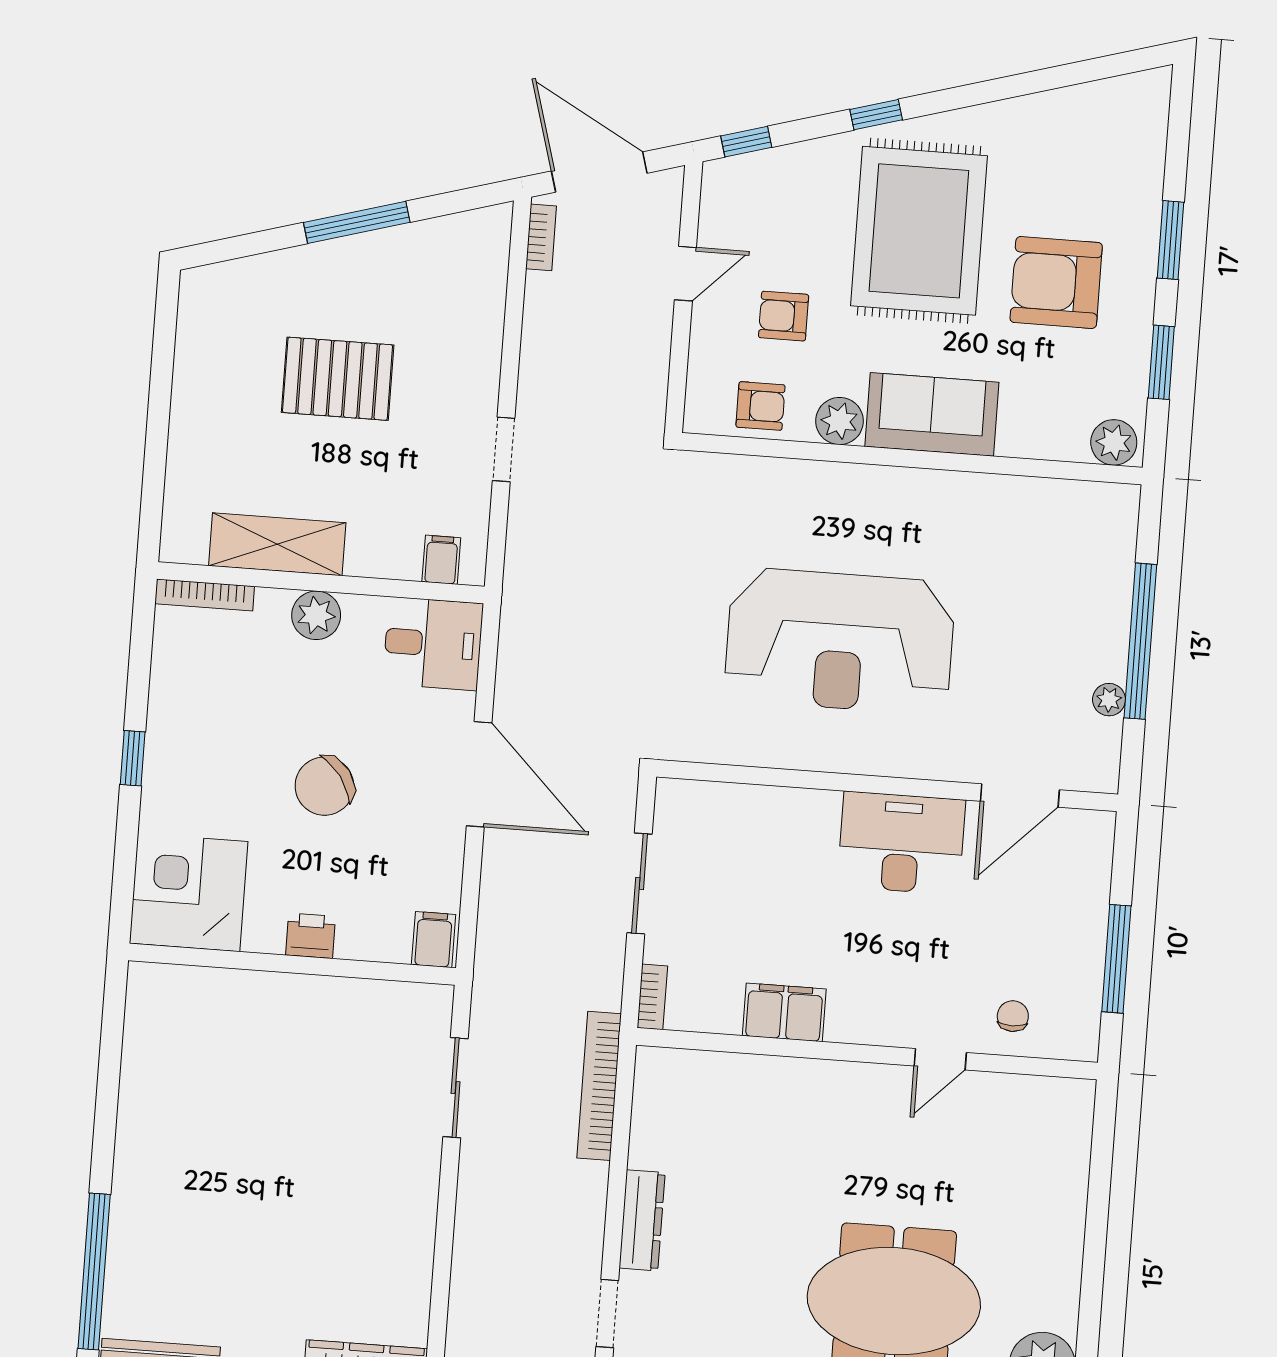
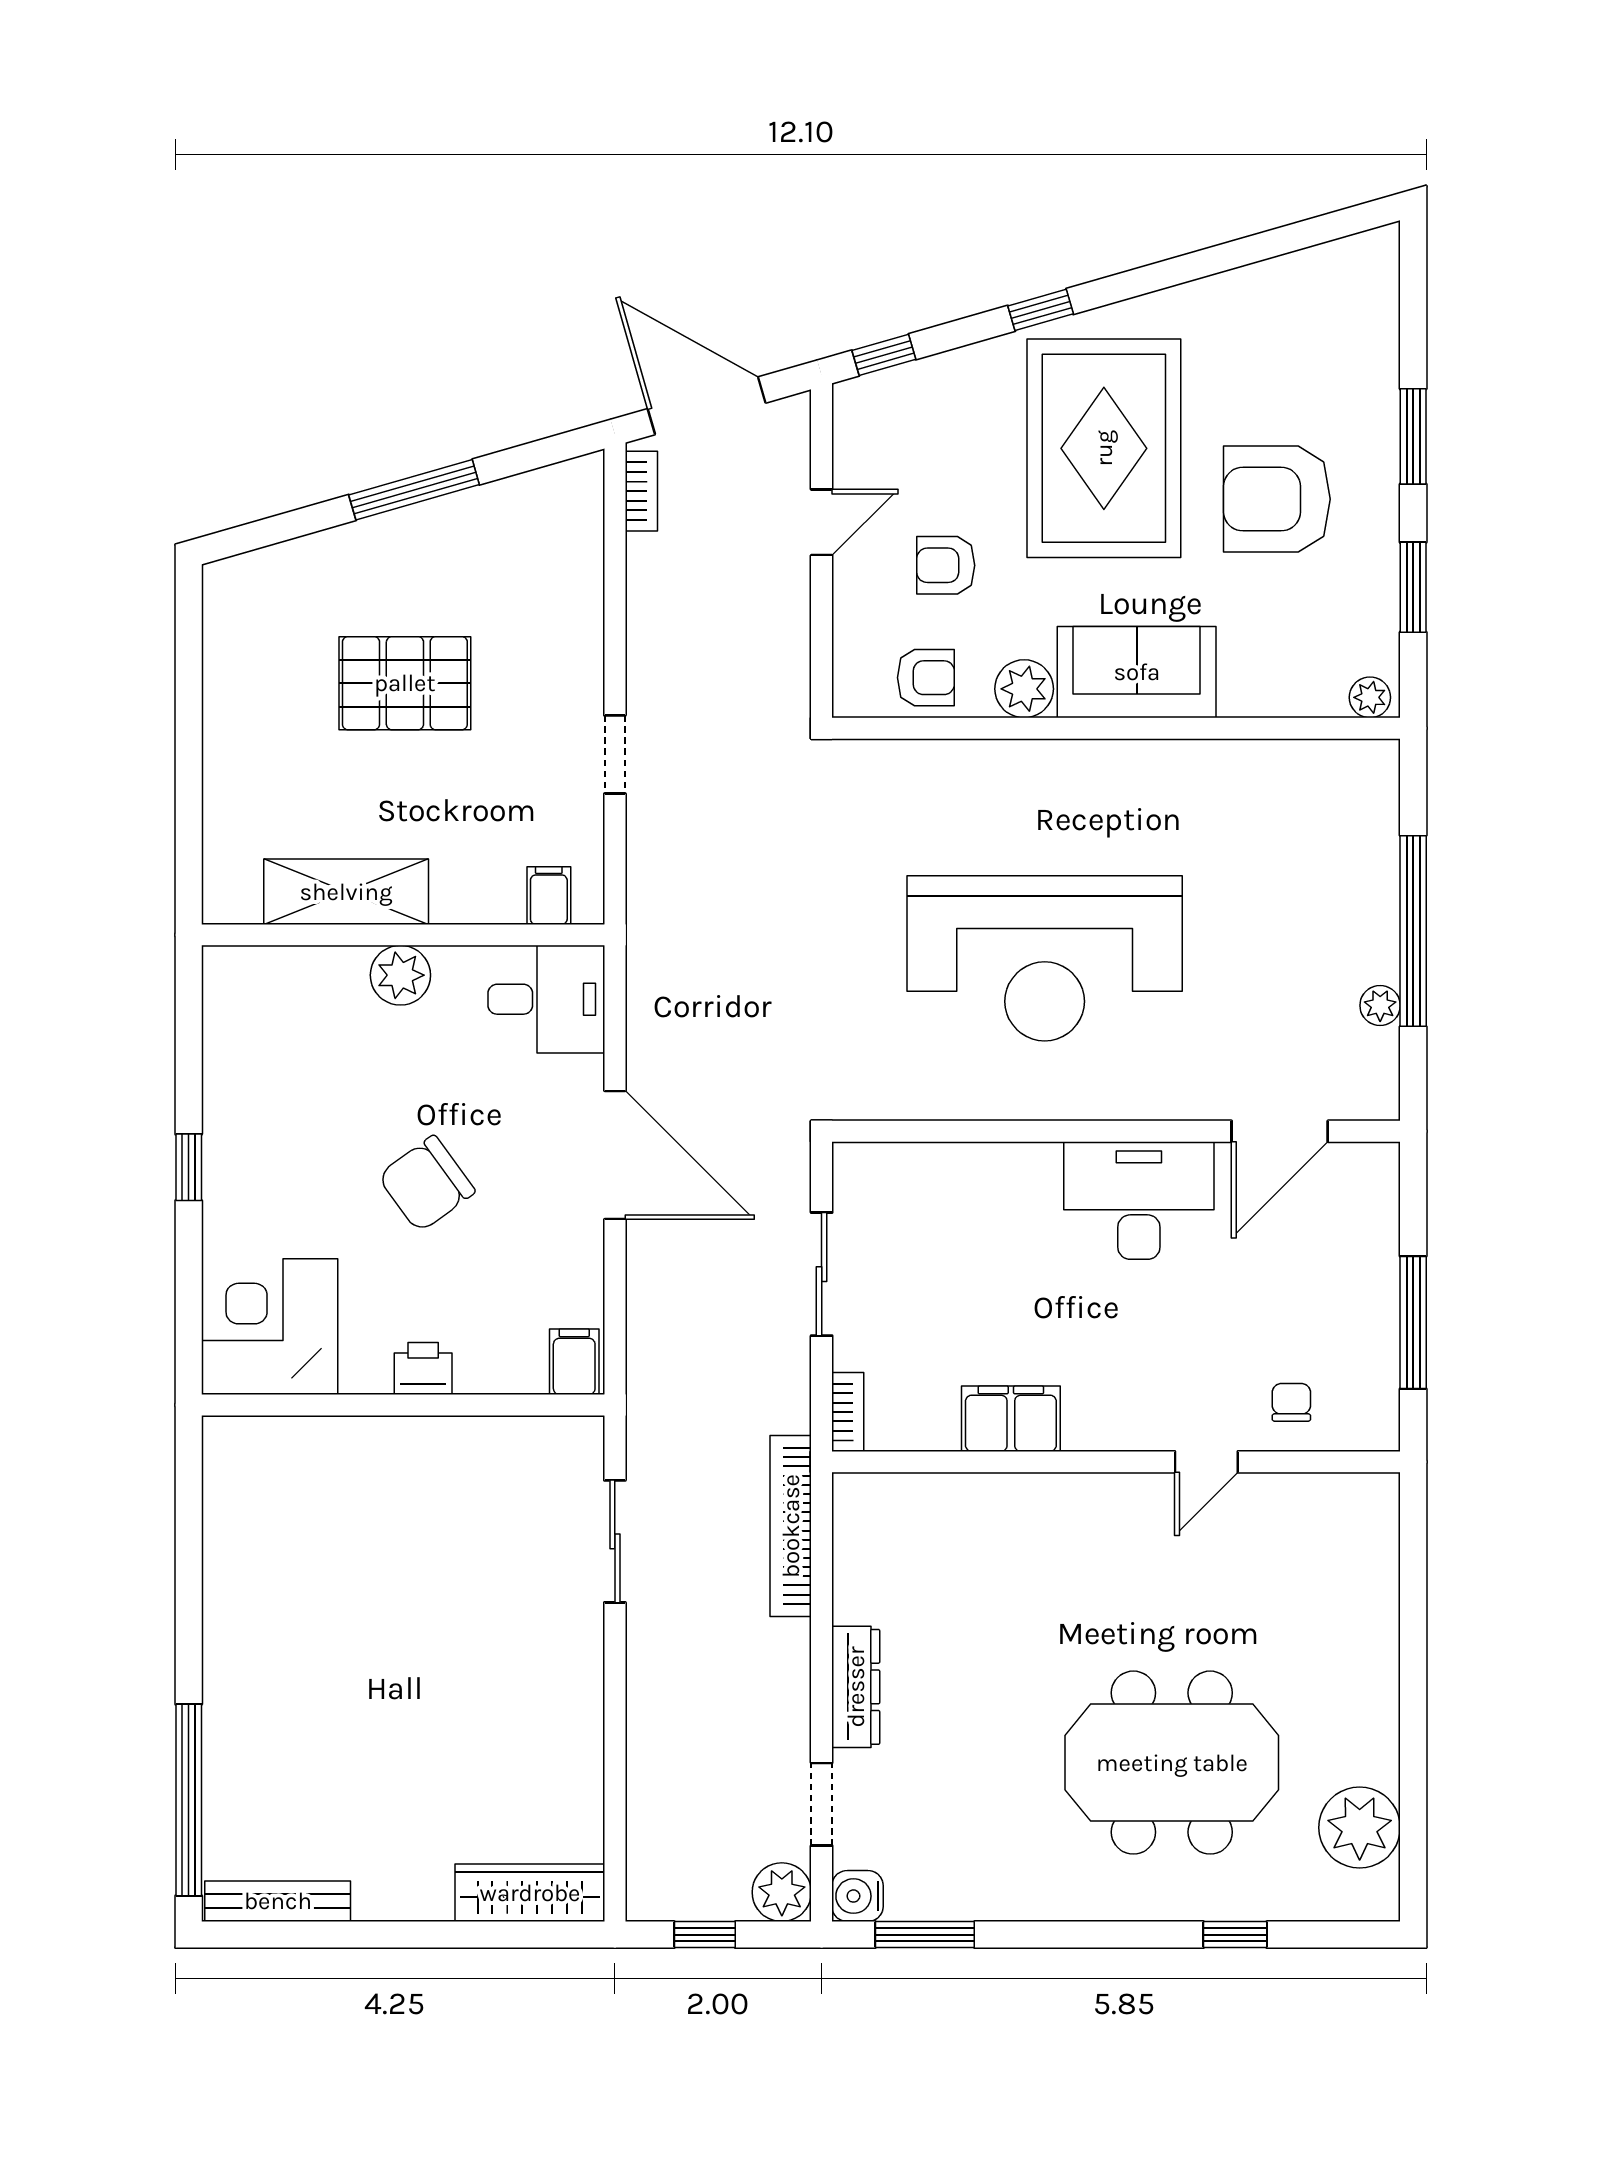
plant: (1114, 442) -> (1370, 697), width x0.73, depth x0.73
bookcase: (205, 595) -> (262, 961), removed

